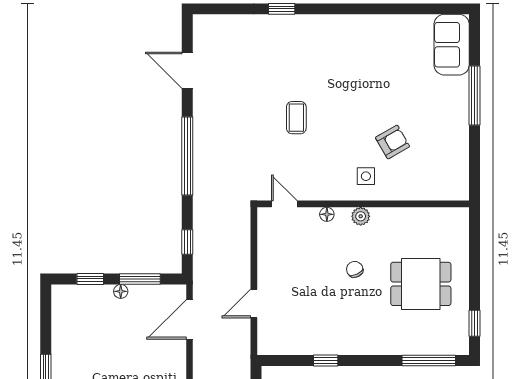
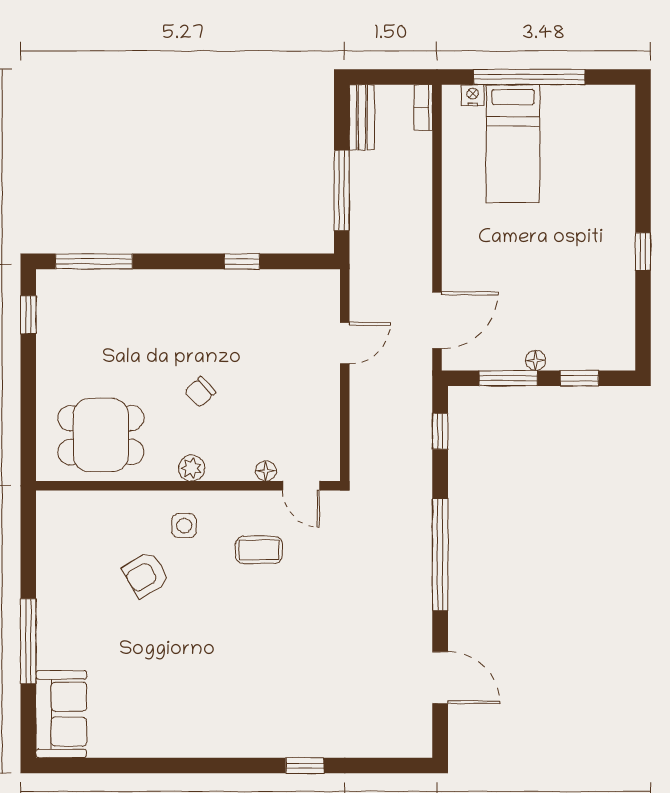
coffee table: (296, 118) -> (259, 550), moved, turned 90
floor lamp: (327, 214) -> (266, 471), moved
chair: (355, 269) -> (200, 392), turned 72
dining table: (421, 284) -> (101, 435), moved

